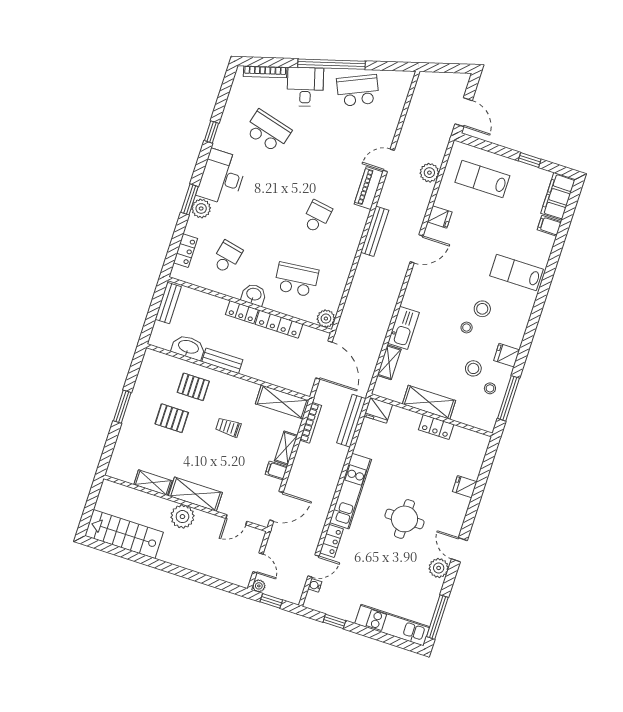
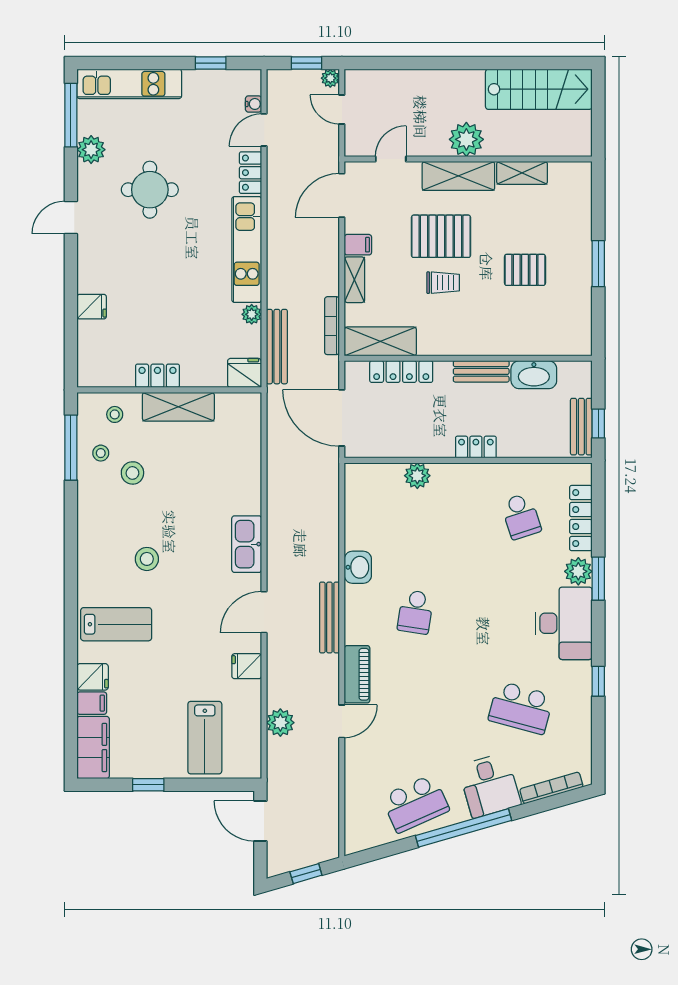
window: (445, 68) -> (306, 874), added
lab bench: (482, 179) -> (205, 738), turned 90
locker: (186, 251) -> (581, 518), width x1.53
school desk: (227, 257) -> (521, 516), turned -30
school desk: (296, 280) -> (415, 516), removed
washbasin: (254, 295) -> (358, 567), moved, turned -90
window: (156, 301) -> (598, 424), added
plant: (326, 319) -> (417, 476), moved
locker: (279, 324) -> (401, 372), moved, turned 180
kitchen sink: (404, 328) -> (247, 544), moved
stool: (467, 328) -> (115, 414), moved
fridge: (507, 355) -> (93, 677), moved
shelving: (389, 362) -> (251, 444), removed
pallet: (193, 387) -> (441, 236), moved, width x1.50, depth x1.42
plant: (361, 447) -> (252, 314), added
round table: (404, 519) -> (150, 190), moved
door: (459, 550) -> (71, 217), swing flipped
plant: (439, 568) -> (91, 150), moved

